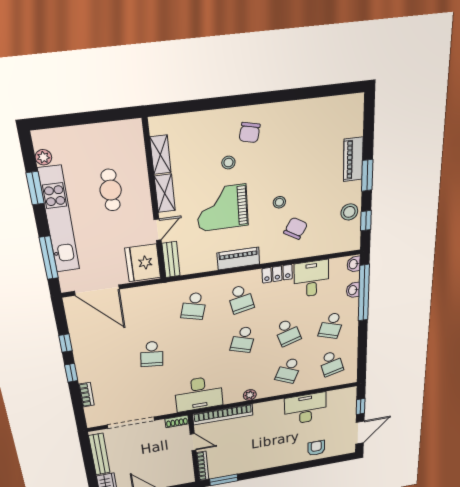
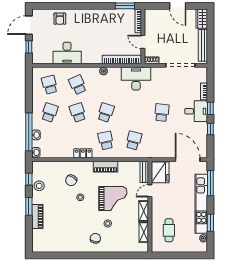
cafe table: (111, 190) -> (169, 230), moved
desk: (311, 279) -> (196, 111), moved, turned -90
school desk: (289, 371) -> (78, 85), turned -48

